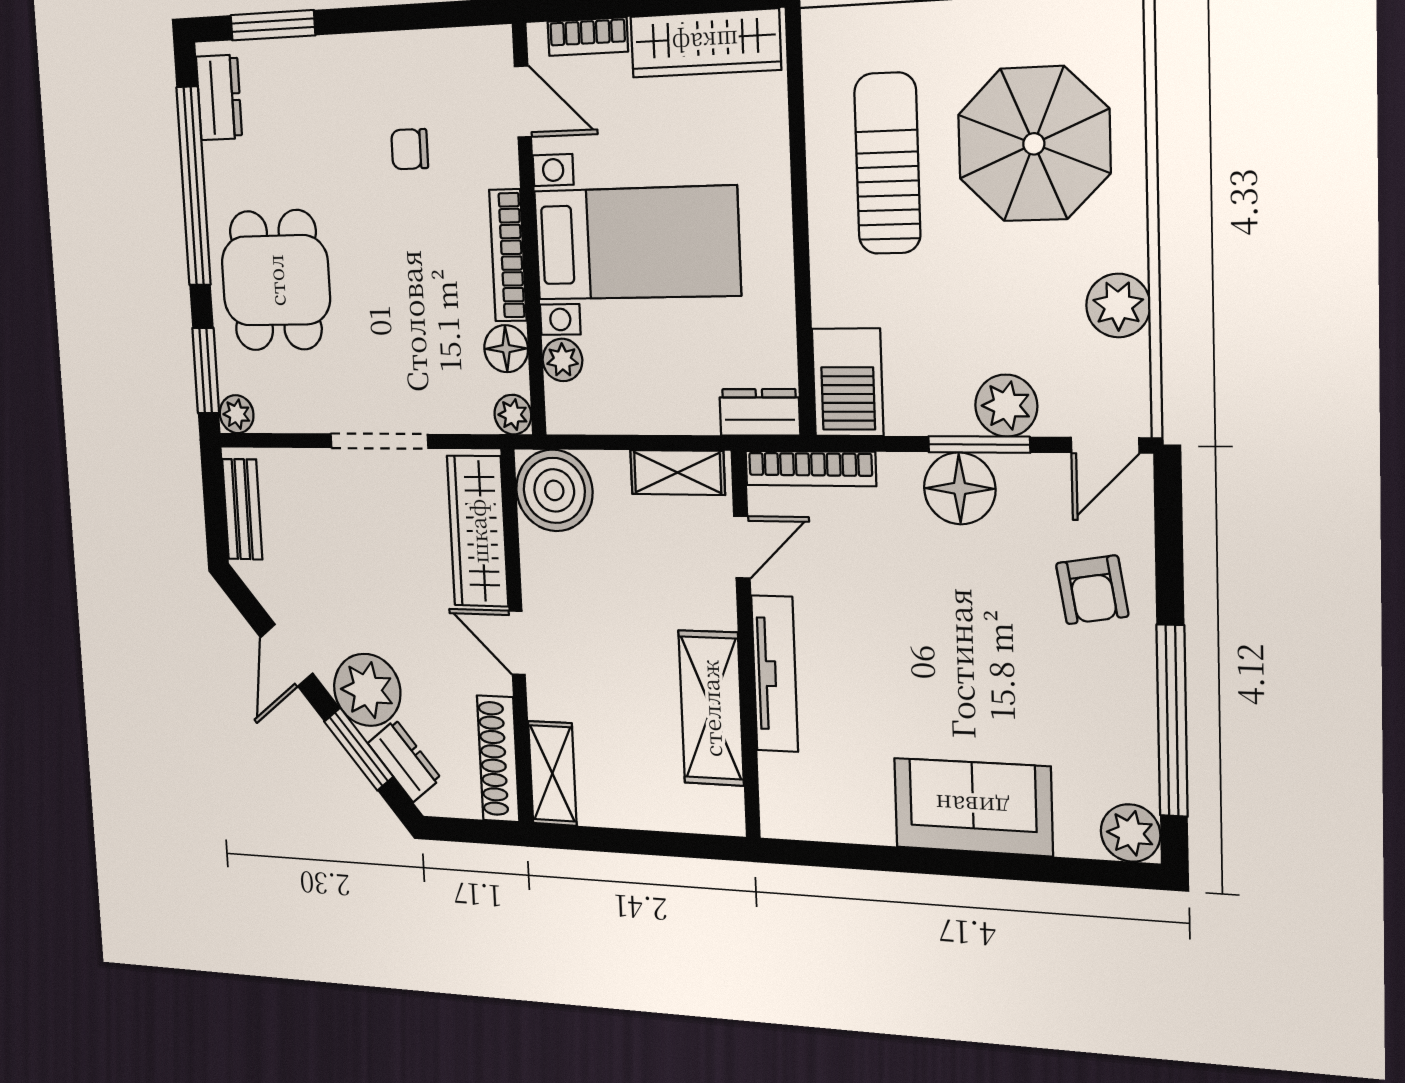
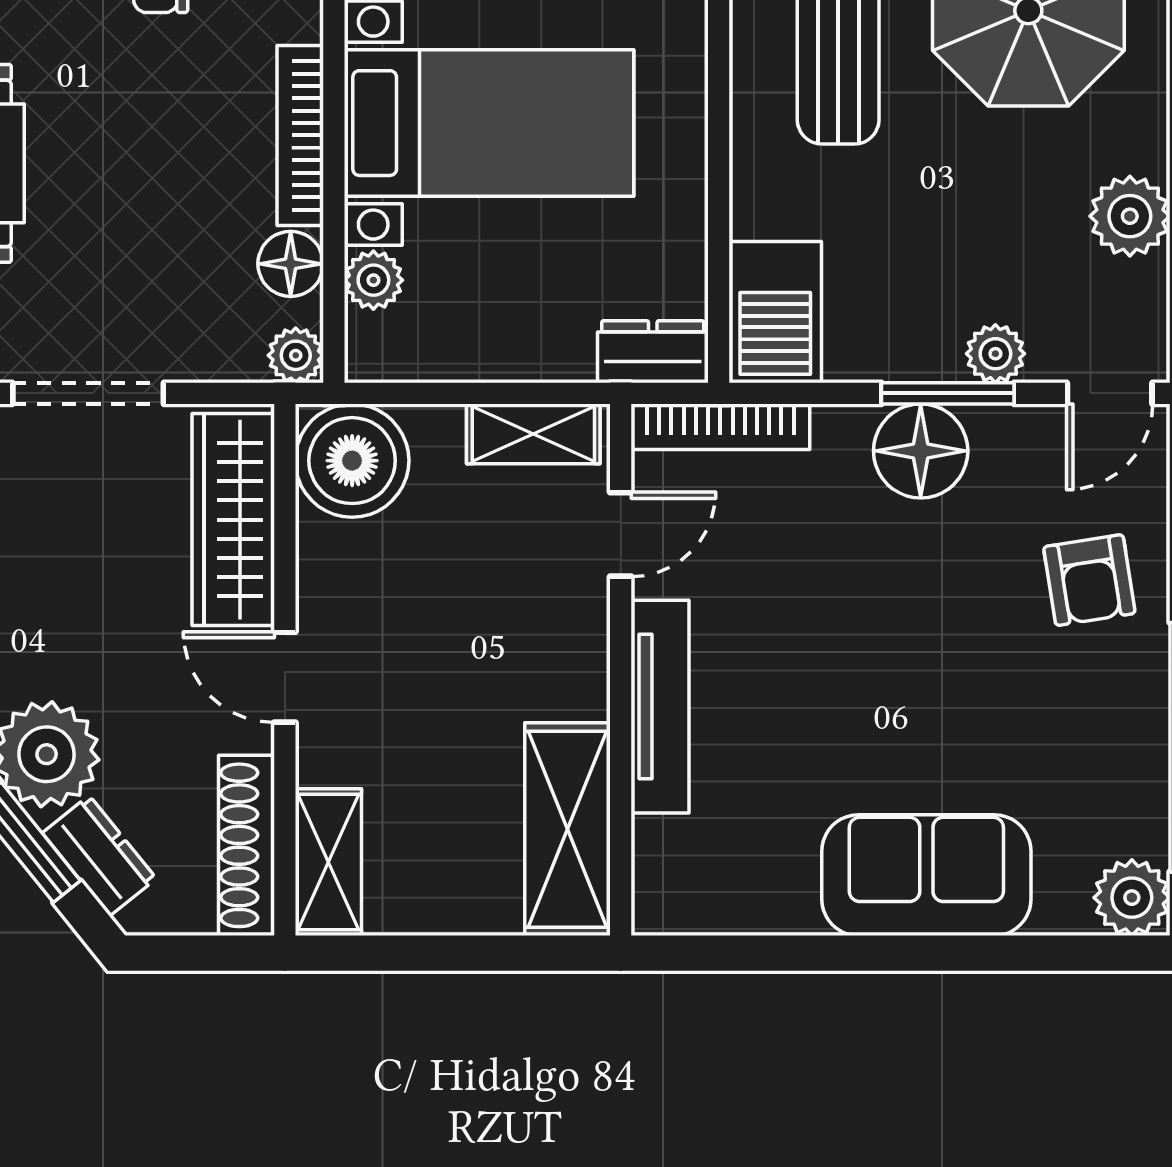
plant: (1006, 406) -> (995, 354), width x0.73, depth x0.73
shelving: (711, 708) -> (568, 829), moved

